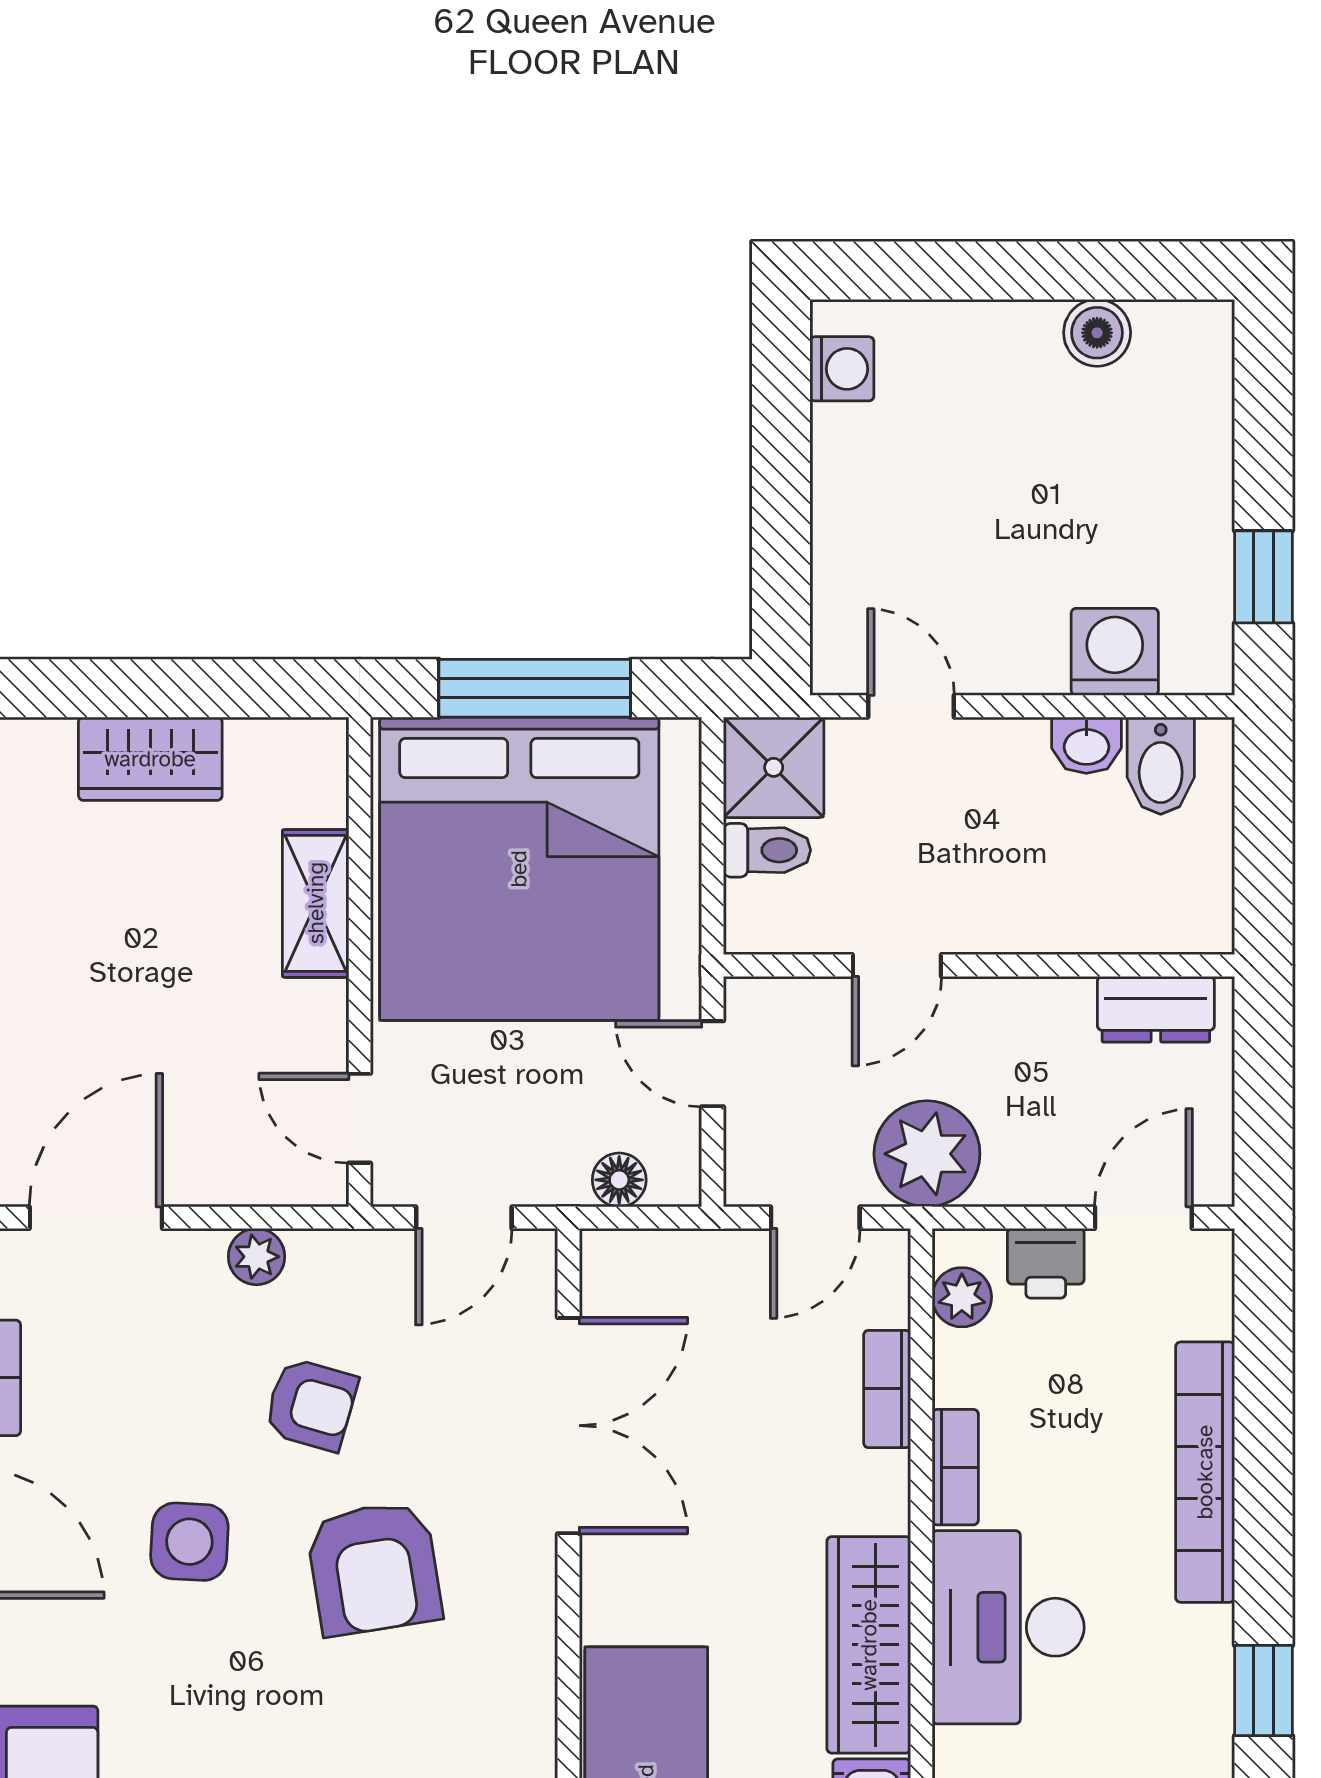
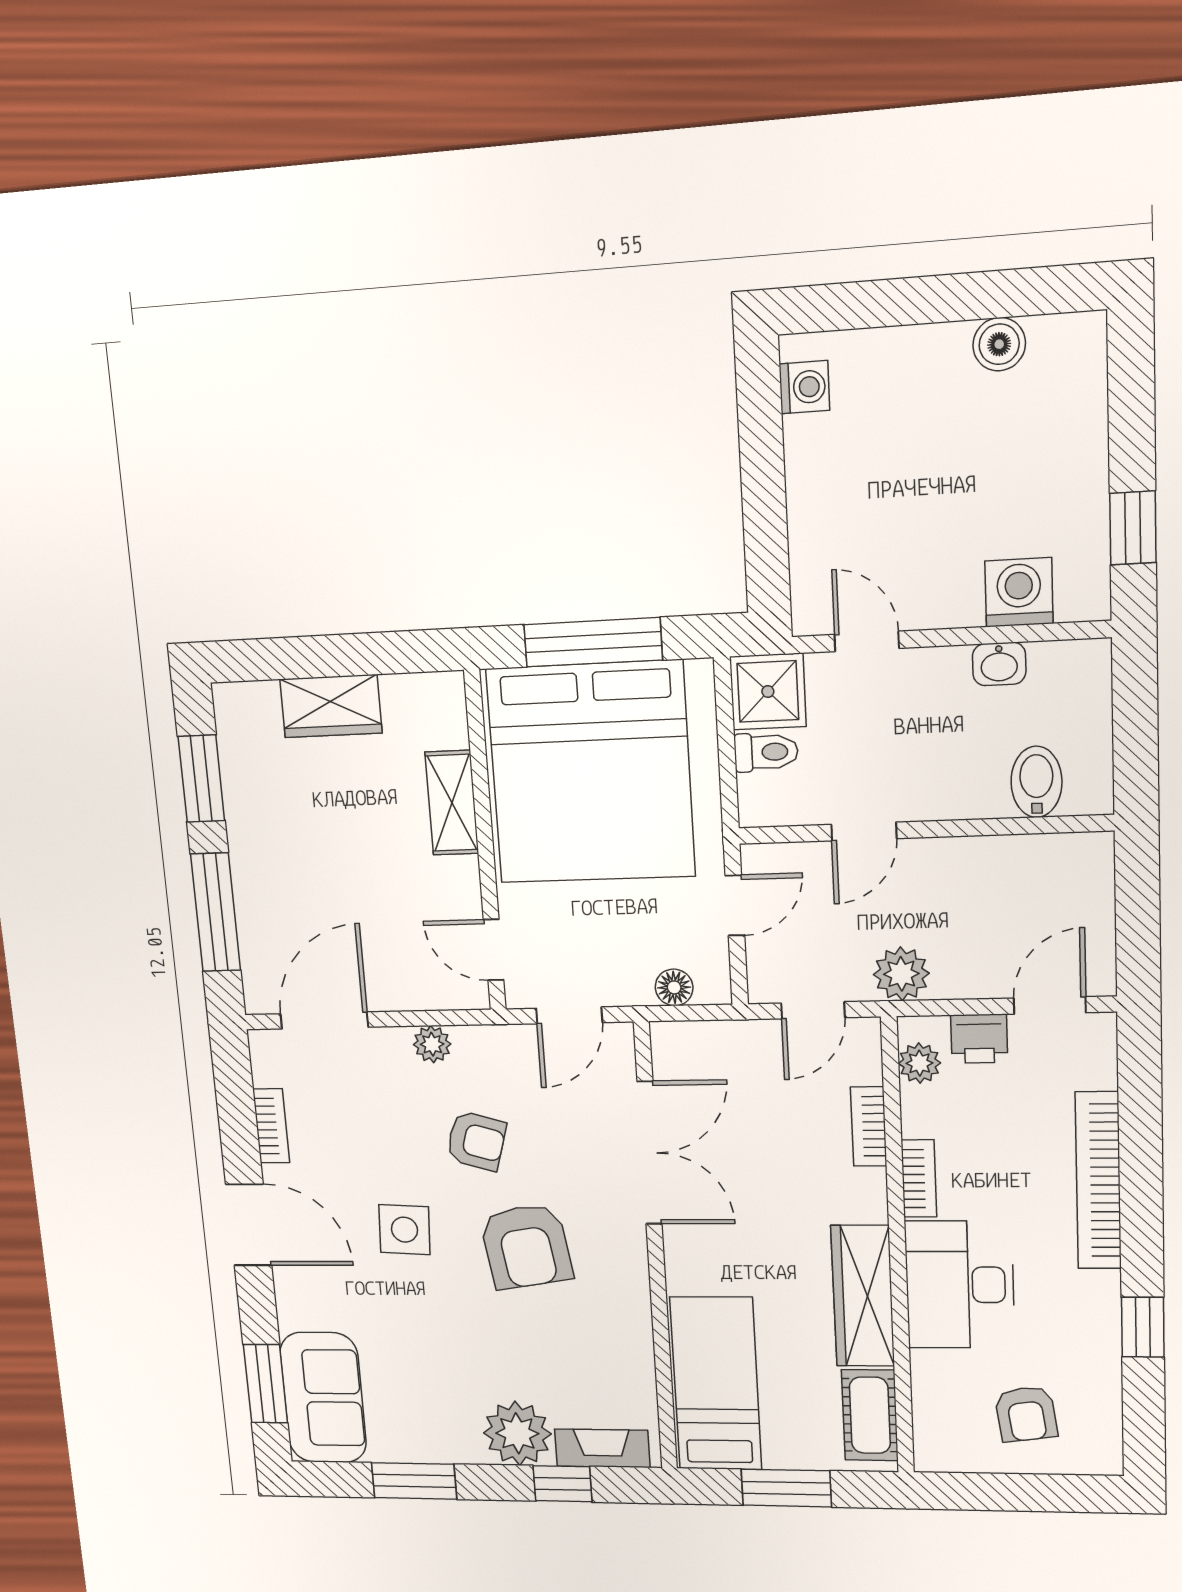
bidet: (1161, 766) -> (1036, 782), moved, turned 180
dresser: (1156, 1009) -> (1056, 856), removed
door: (713, 1064) -> (735, 905), swing flipped
plant: (927, 1154) -> (901, 974), width x0.73, depth x0.73

